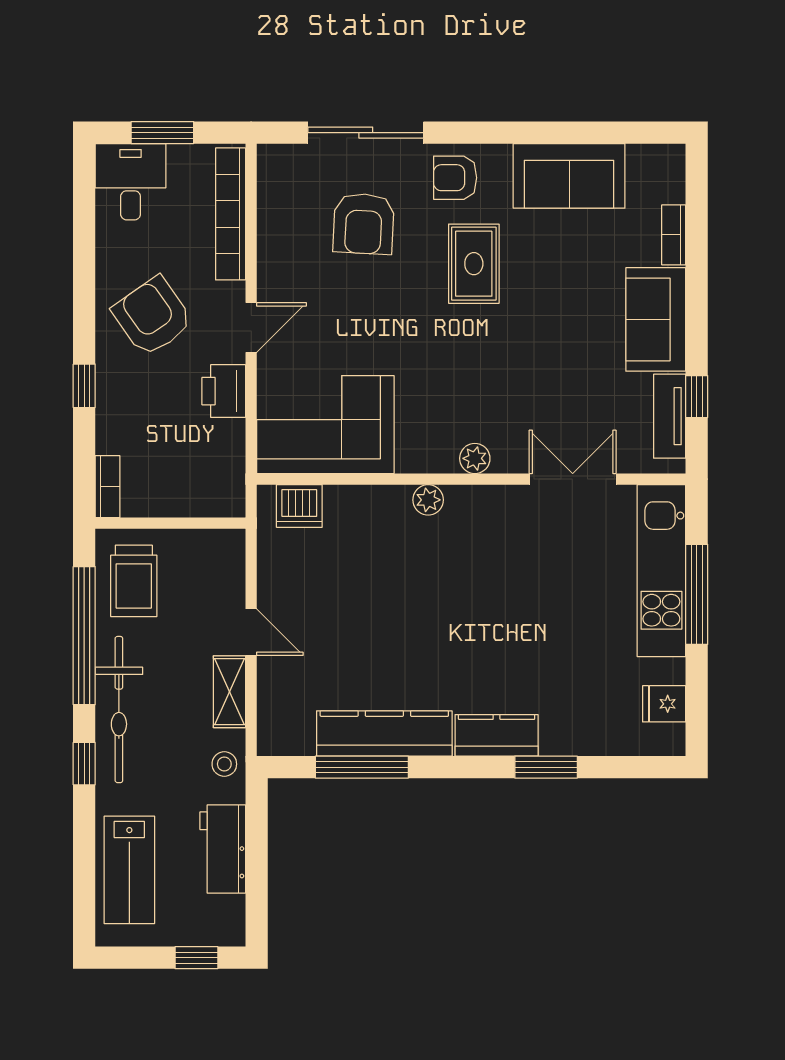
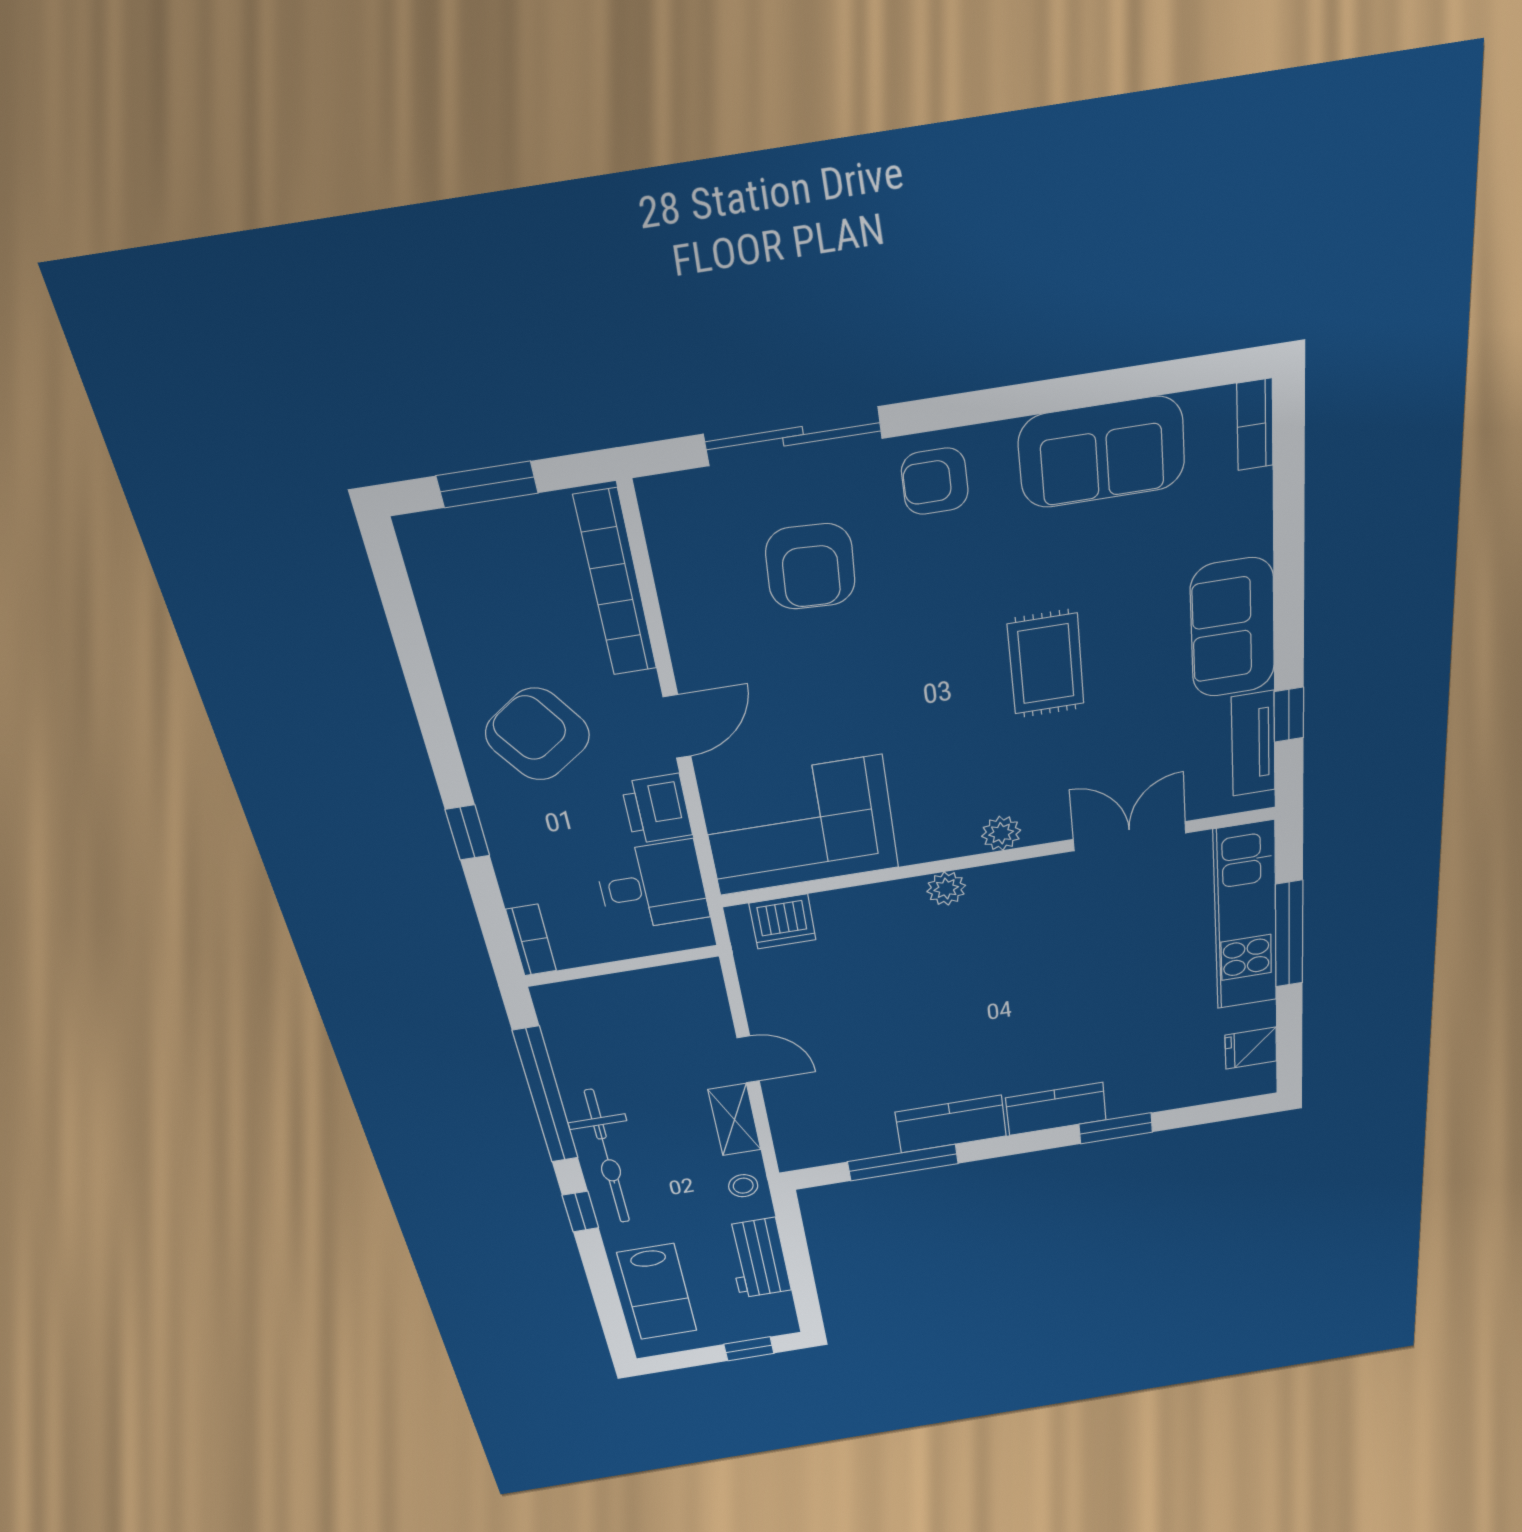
desk: (131, 182) -> (652, 886), moved, turned 90
bookcase: (674, 235) -> (1255, 425), moved
rug: (474, 264) -> (1046, 664), moved
trolley: (134, 581) -> (592, 1032), removed
kitchen counter: (384, 733) -> (951, 1124), width x0.67

